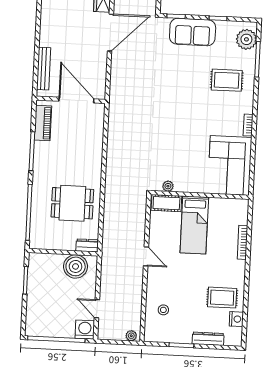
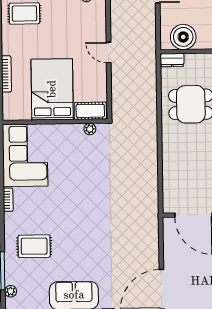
plant: (246, 39) -> (11, 291), width x0.53, depth x0.53
bed: (194, 225) -> (52, 89), width x1.50

